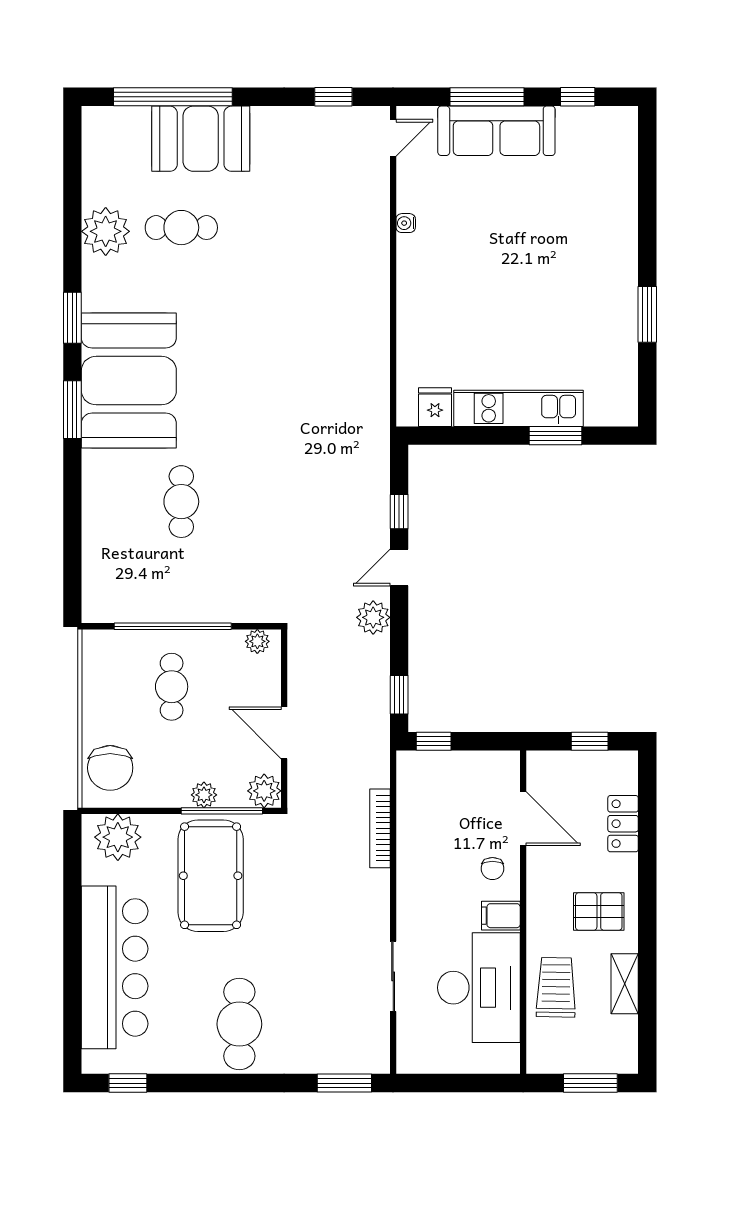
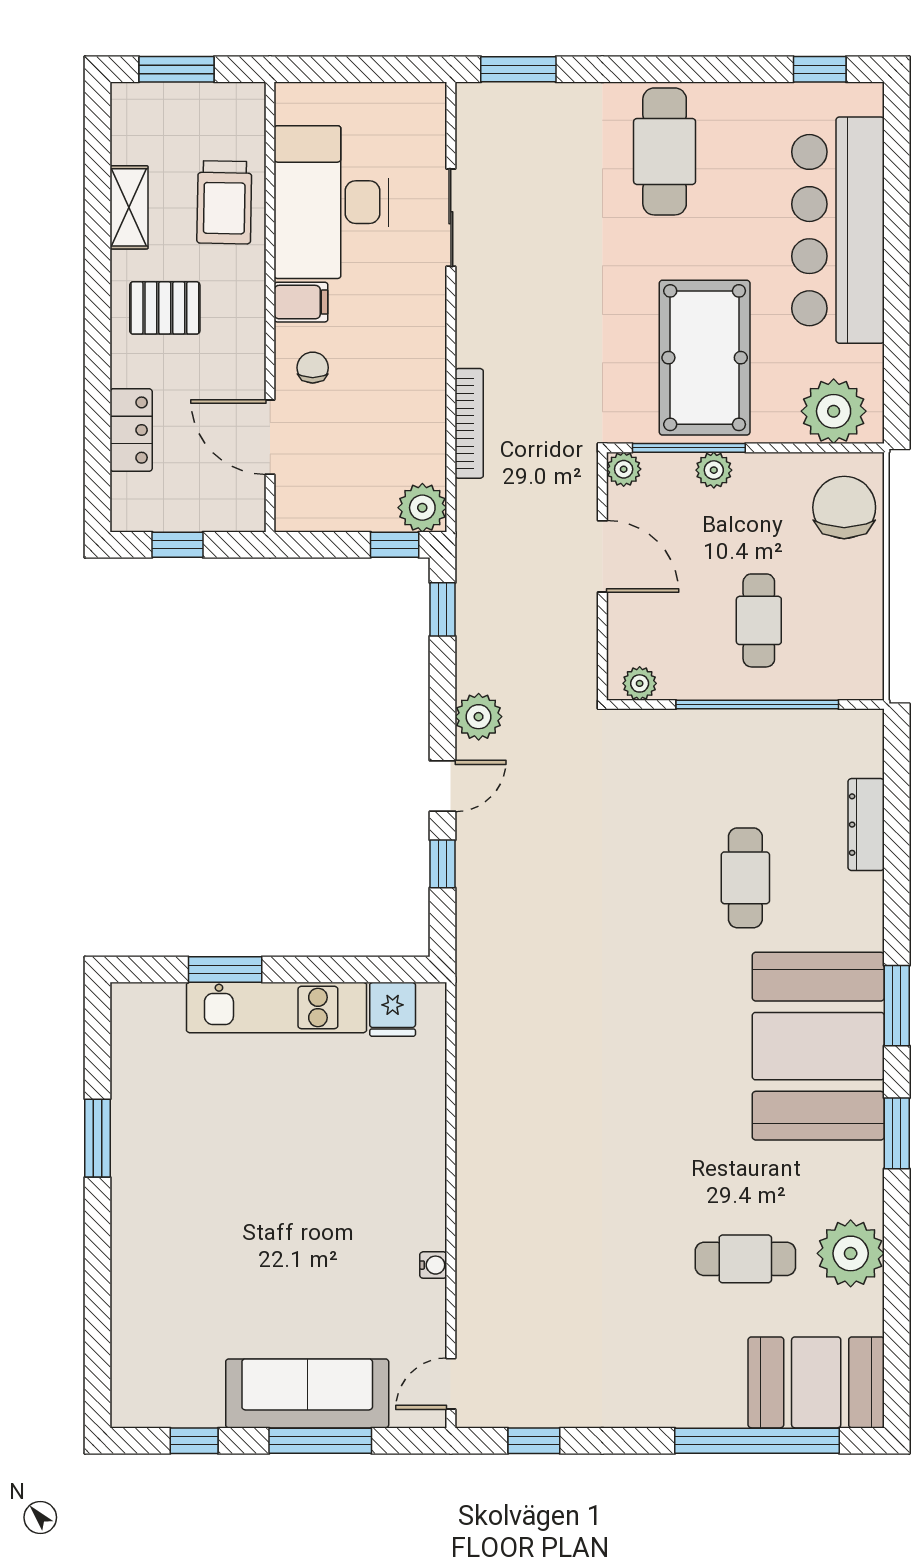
booth: (201, 139) -> (816, 1382), moved
dresser: (94, 540) -> (866, 825), added
plant: (414, 768) -> (422, 508), added
plant: (264, 791) -> (624, 469), width x0.73, depth x0.73

